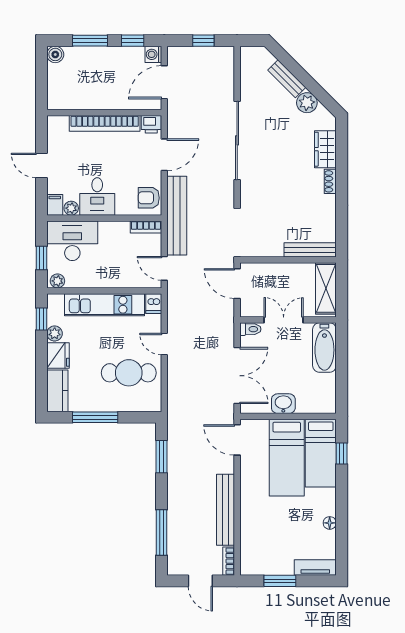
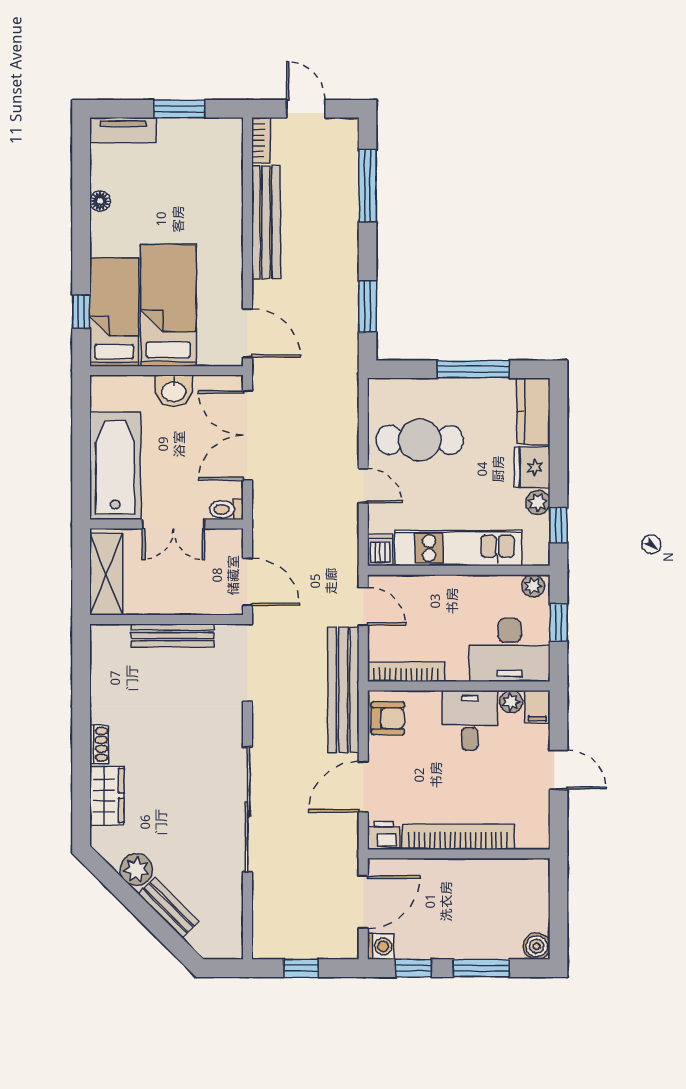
bookcase: (146, 227) -> (406, 672), width x1.56
bench: (310, 250) -> (172, 635), moved
bathtub: (324, 348) -> (115, 466), width x1.36, depth x1.36

